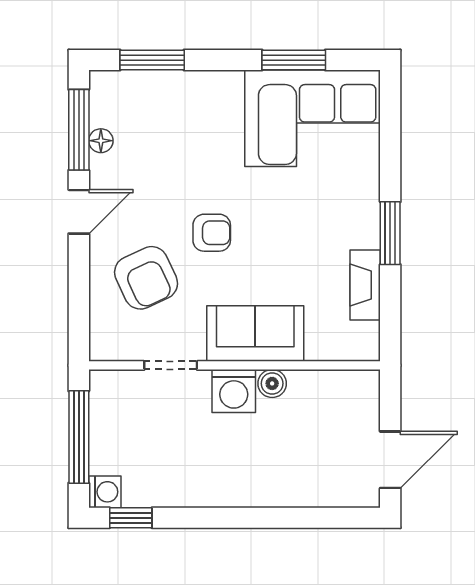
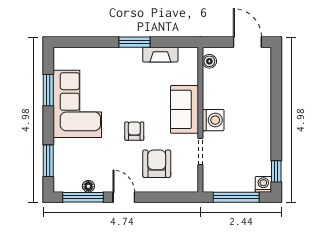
corner sofa: (313, 118) -> (77, 104), moved
armchair: (146, 278) -> (157, 164), turned -65
boiler: (272, 383) -> (209, 61), moved

